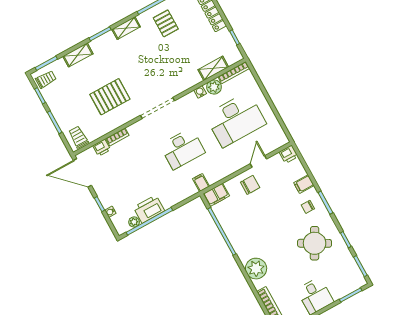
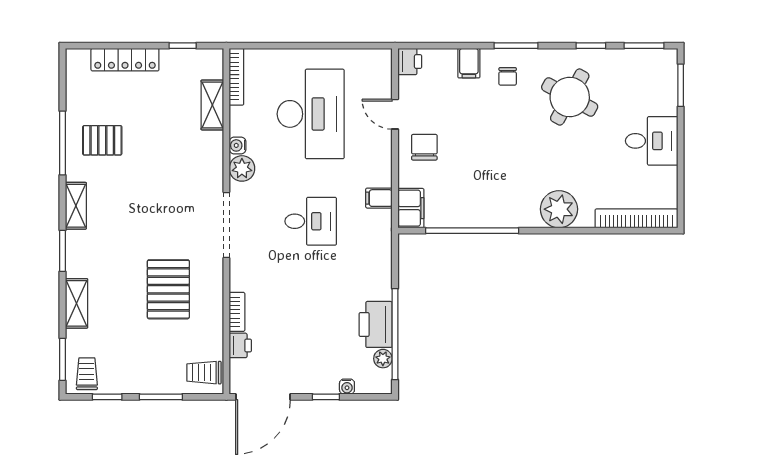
plant: (214, 87) -> (242, 168), moved
desk: (182, 149) -> (311, 221), width x0.73
filing cabinet: (201, 183) -> (379, 198), moved

